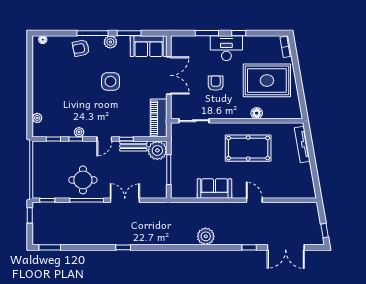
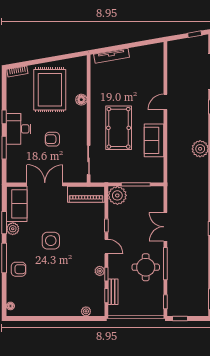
plant: (110, 42) -> (13, 229), moved
armchair: (81, 48) -> (19, 269), turned -78
bench: (133, 146) -> (113, 292), moved
pool table: (248, 148) -> (119, 128), moved

